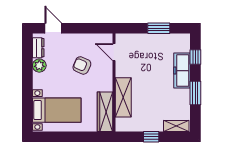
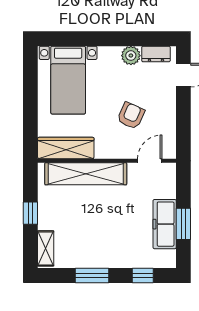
freezer: (182, 71) -> (165, 224), moved, turned -90
shelving: (123, 97) -> (86, 174), width x1.47

